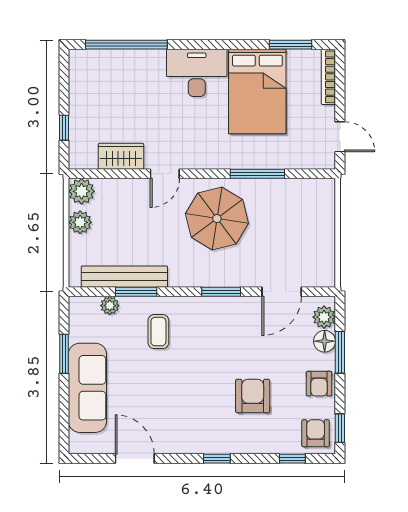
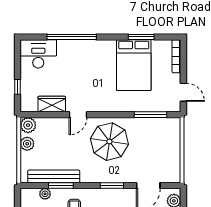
window: (126, 45) -> (72, 37), moved
window: (290, 45) -> (141, 37), moved
desk: (197, 73) -> (38, 54), moved
window: (257, 174) -> (150, 115), moved

